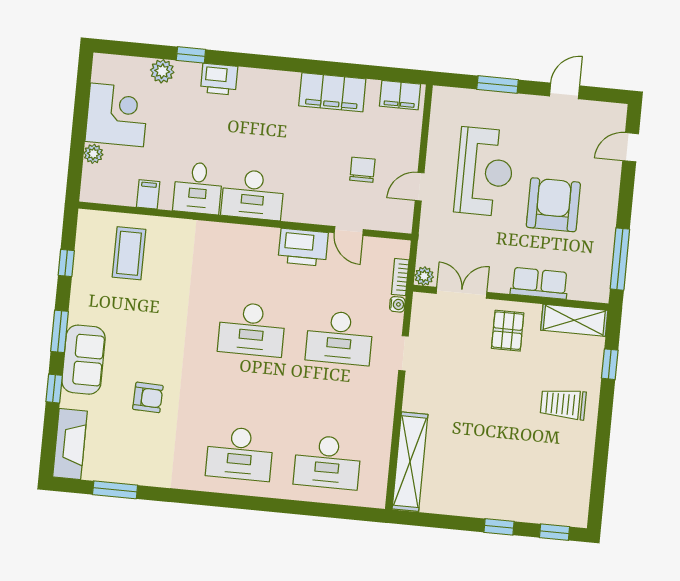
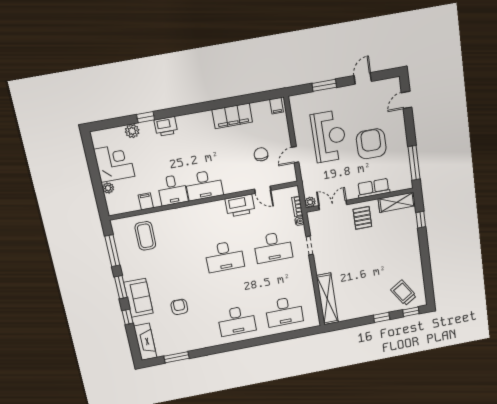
filing cabinet: (400, 95) -> (276, 106), width x0.50
window: (66, 263) -> (112, 251), width x2.17
armchair: (148, 397) -> (179, 307), turned -92
trolley: (563, 404) -> (404, 293), moved, turned 57

